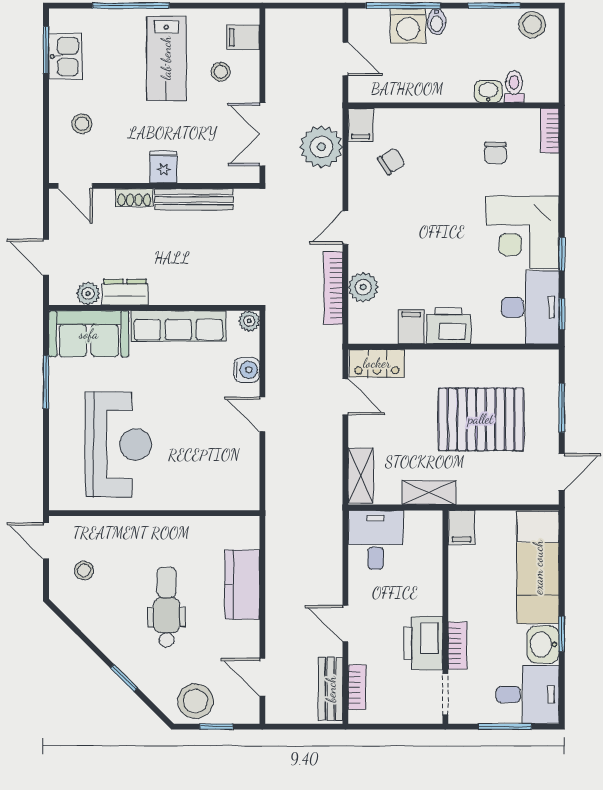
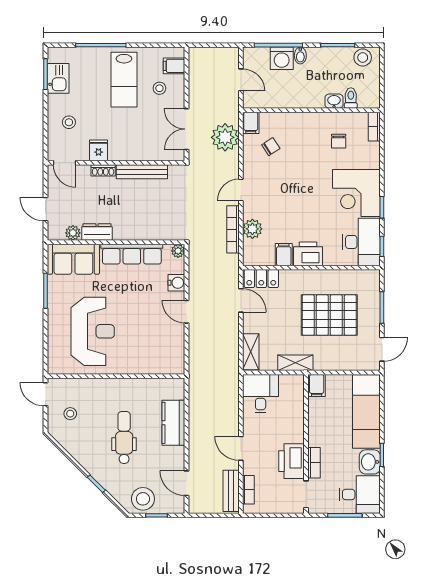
fridge: (164, 167) -> (99, 150), moved

